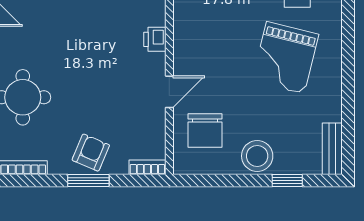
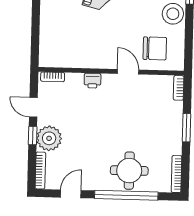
armchair: (91, 153) -> (168, 126), removed

